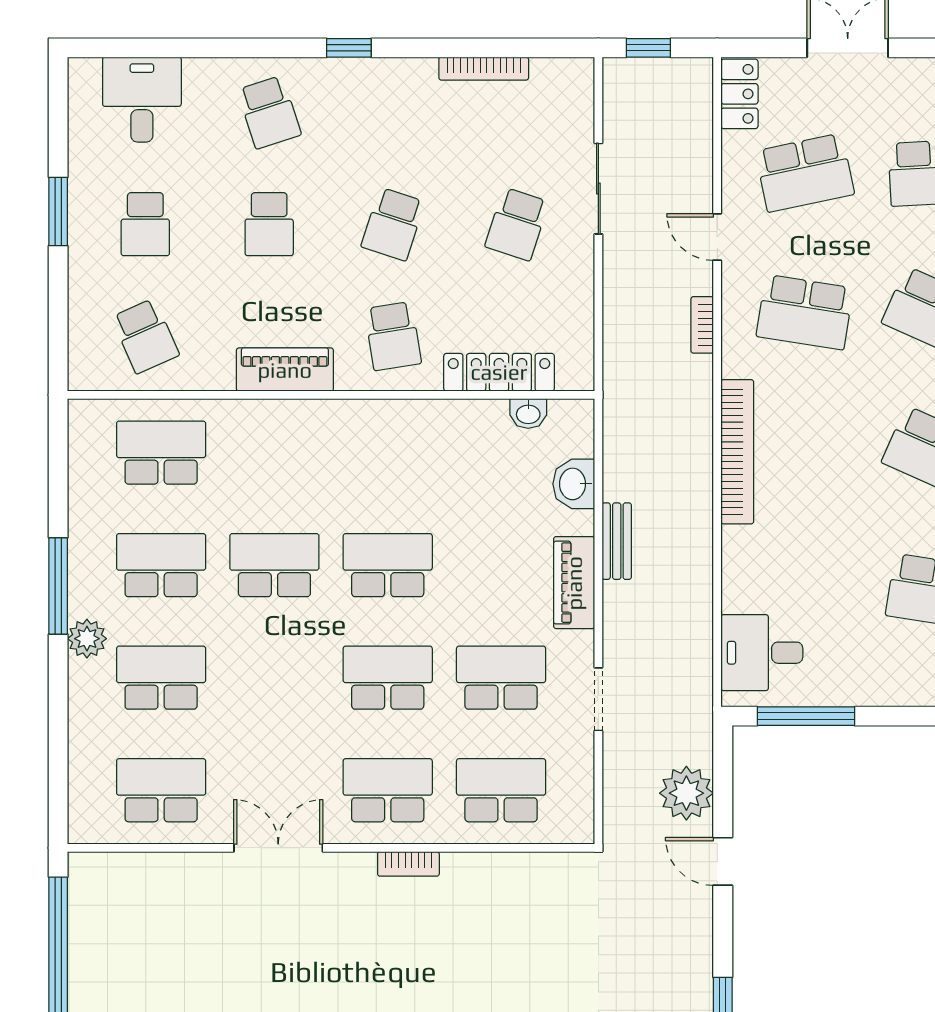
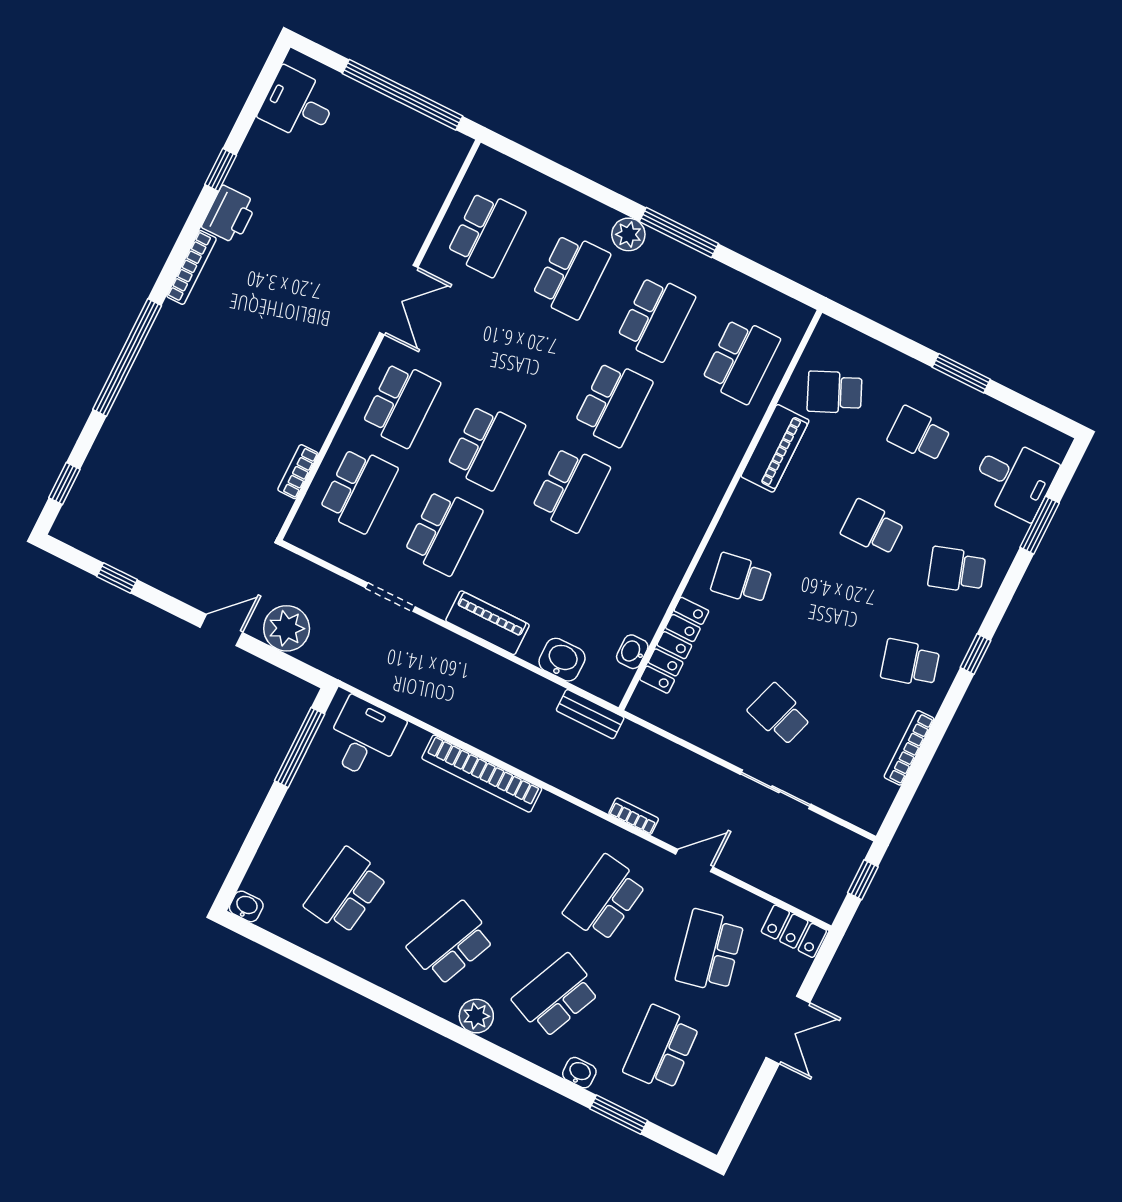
window: (178, 48) -> (1040, 525), added
school desk: (393, 224) -> (910, 663), moved, turned -33
piano: (285, 370) -> (775, 448), moved
bookcase: (737, 452) -> (482, 774), moved
bench: (617, 541) -> (590, 714), moved
bookcase: (408, 864) -> (298, 472), moved

